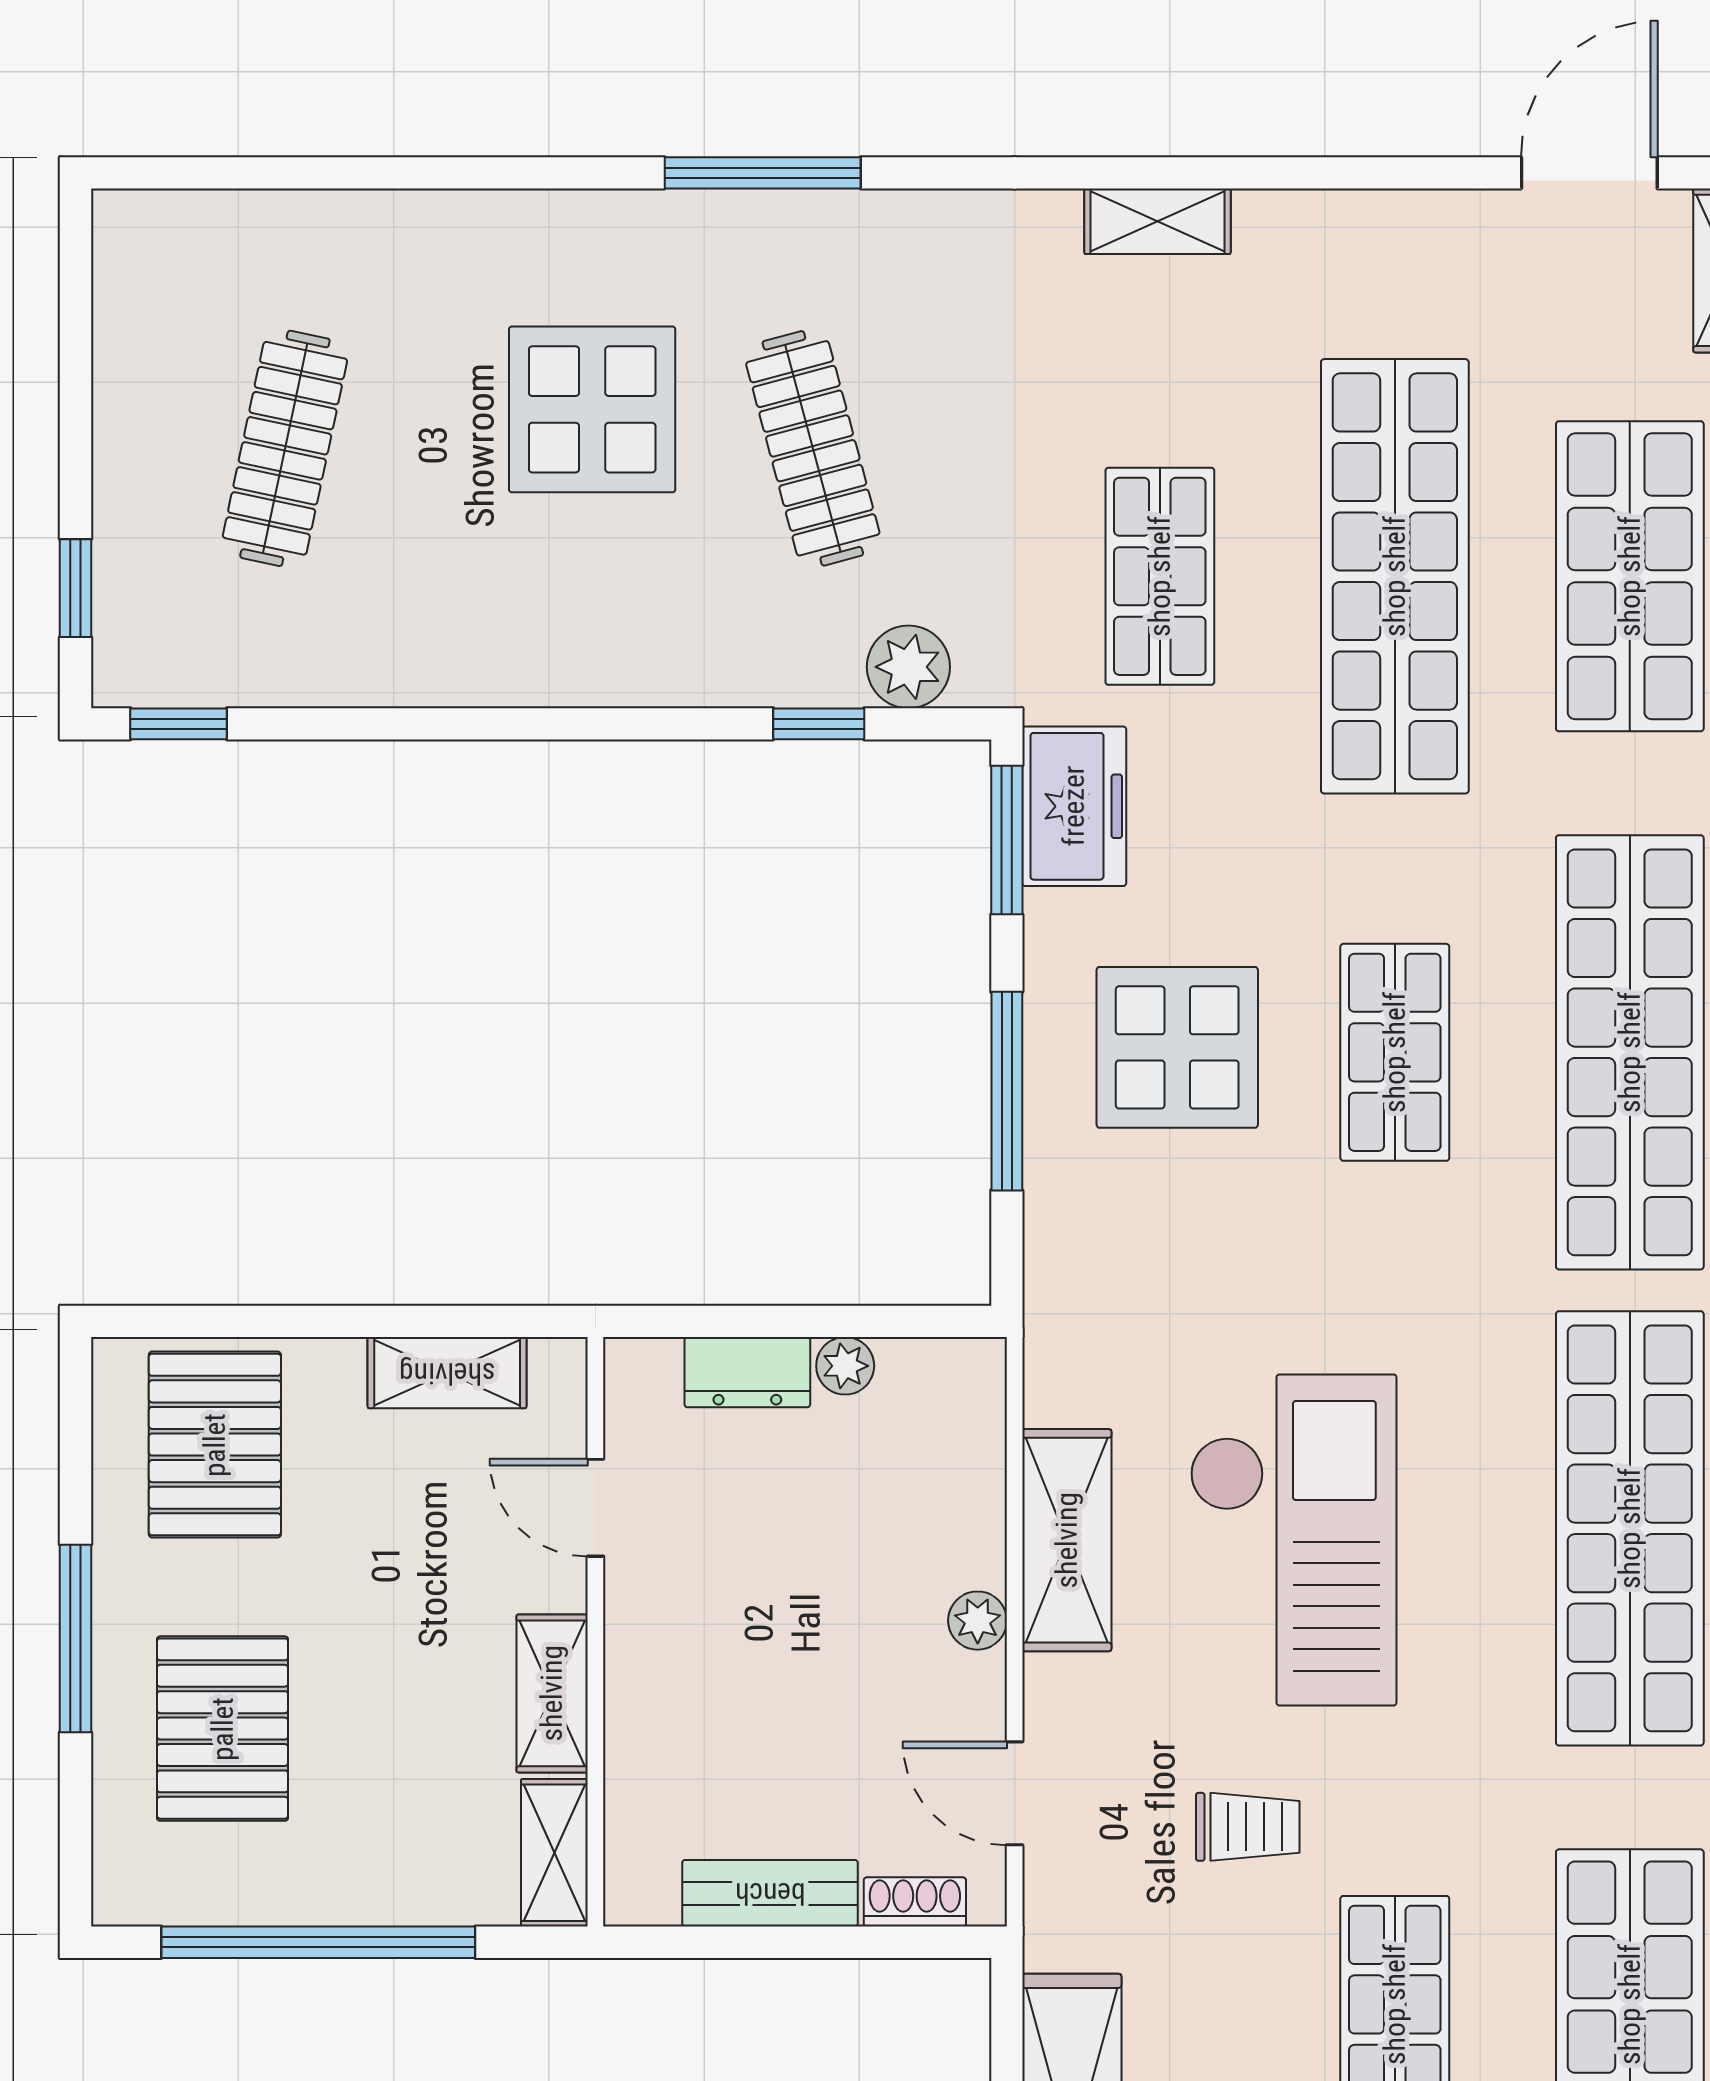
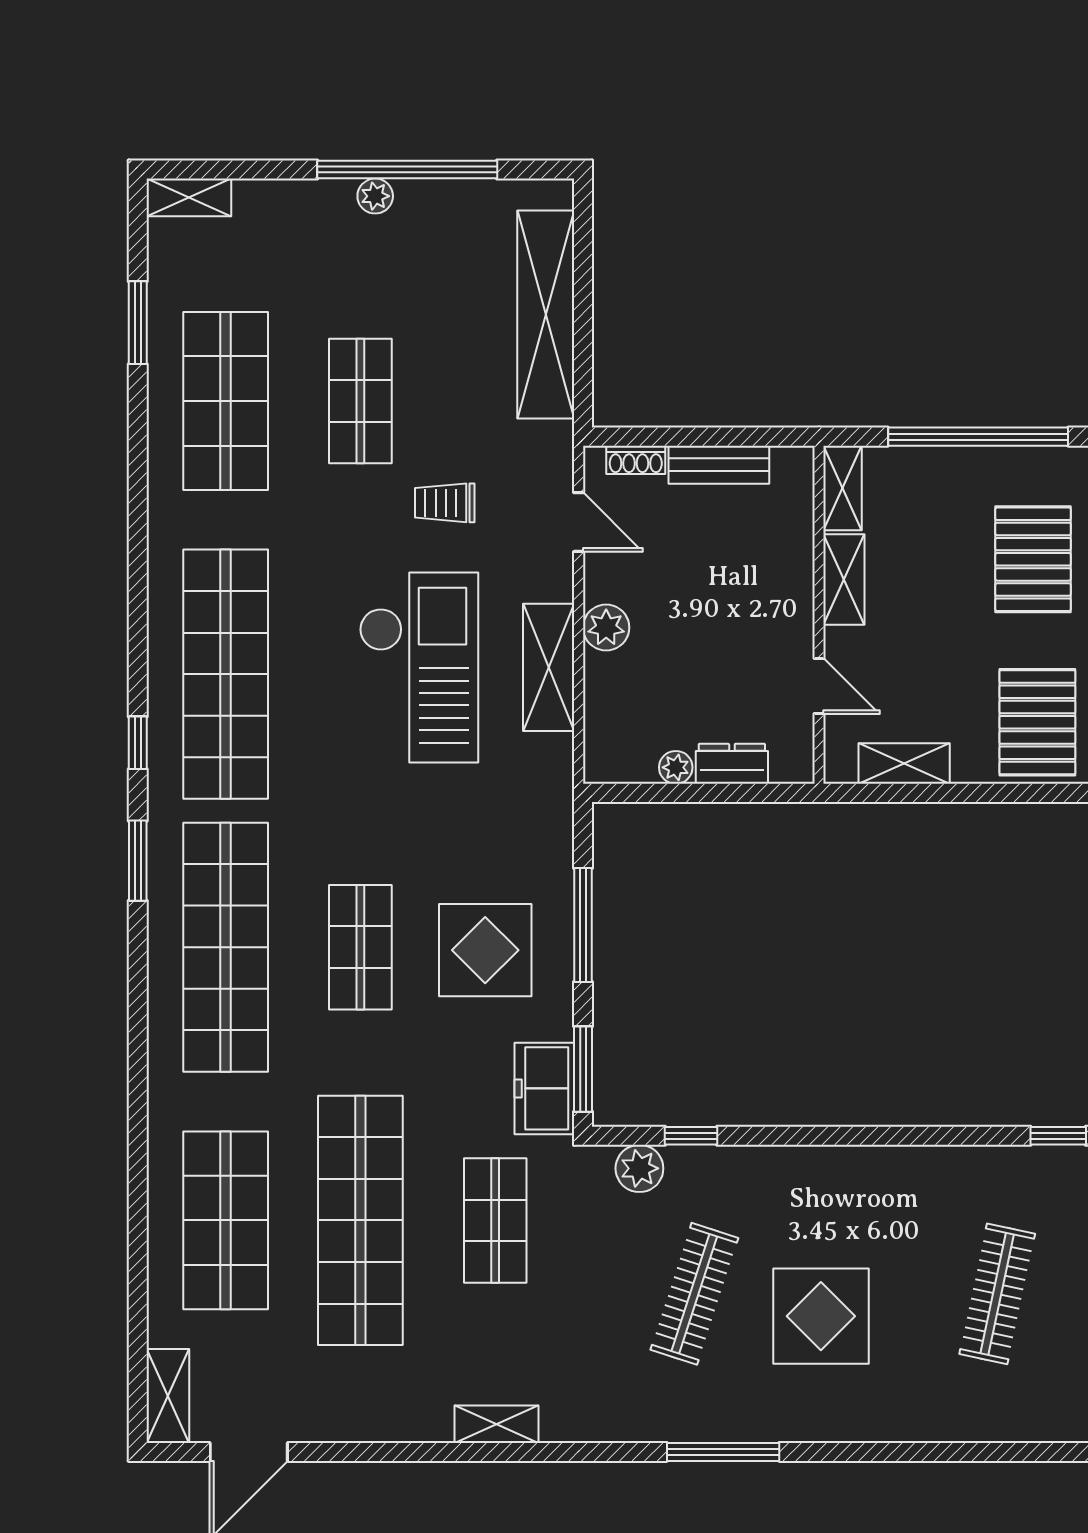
clothes rail: (813, 448) -> (694, 1294), turned 33
checkout: (1293, 1540) -> (419, 667), turned 180
plant: (978, 1621) -> (606, 628), width x1.38, depth x1.38

